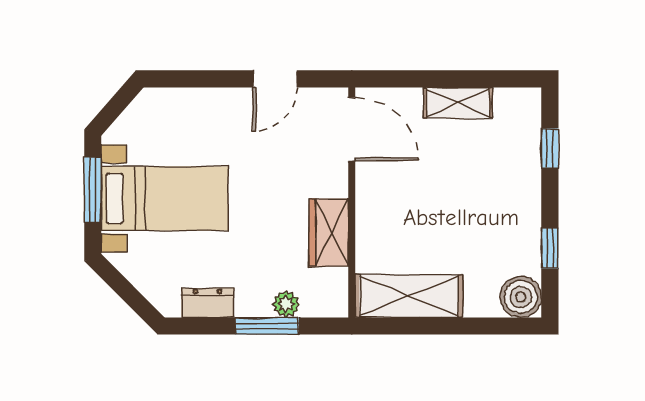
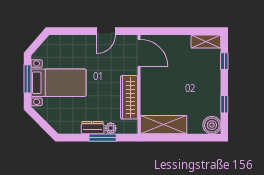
shelving: (458, 103) -> (206, 41), moved
wardrobe: (329, 232) -> (129, 97), width x1.50
dresser: (208, 303) -> (93, 128), moved

